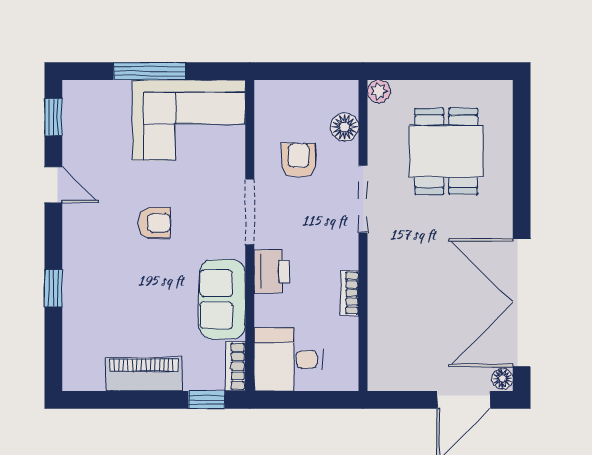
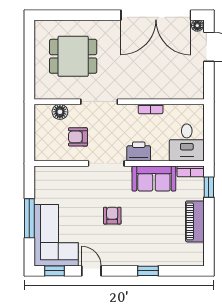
plant: (379, 91) -> (40, 93), removed
corner sofa: (189, 120) -> (56, 235), moved
door: (53, 185) -> (91, 271), hinge flipped

